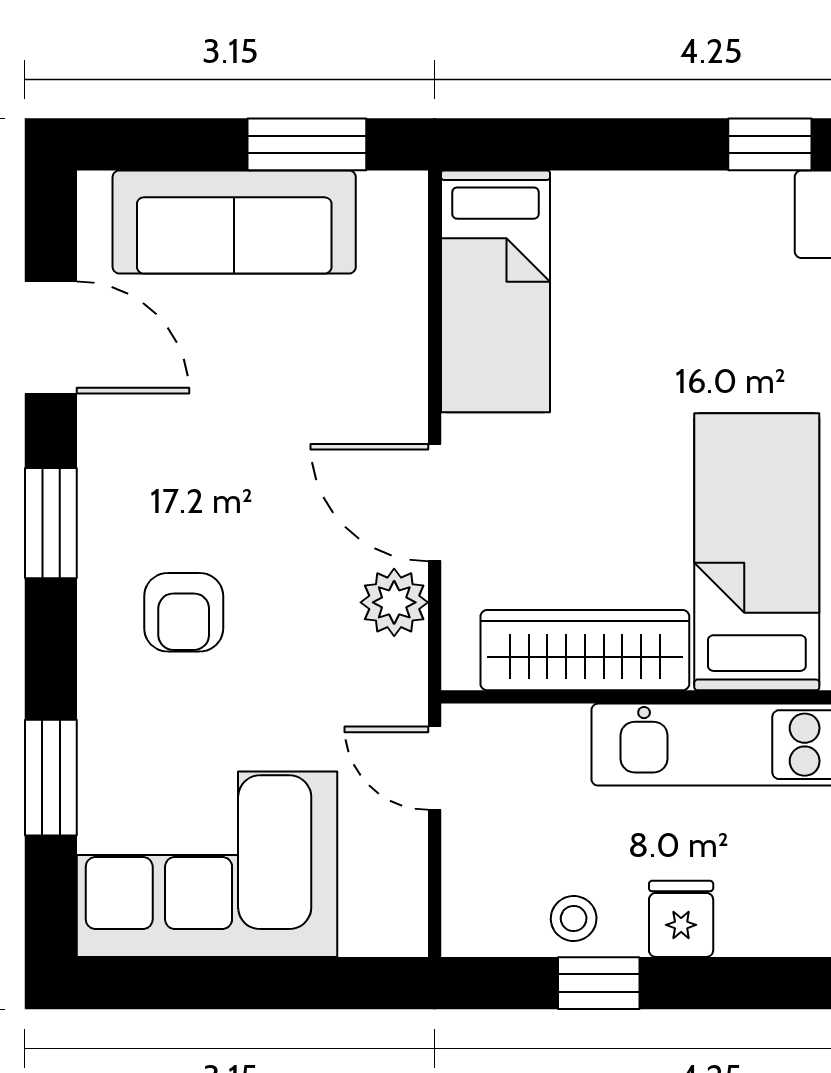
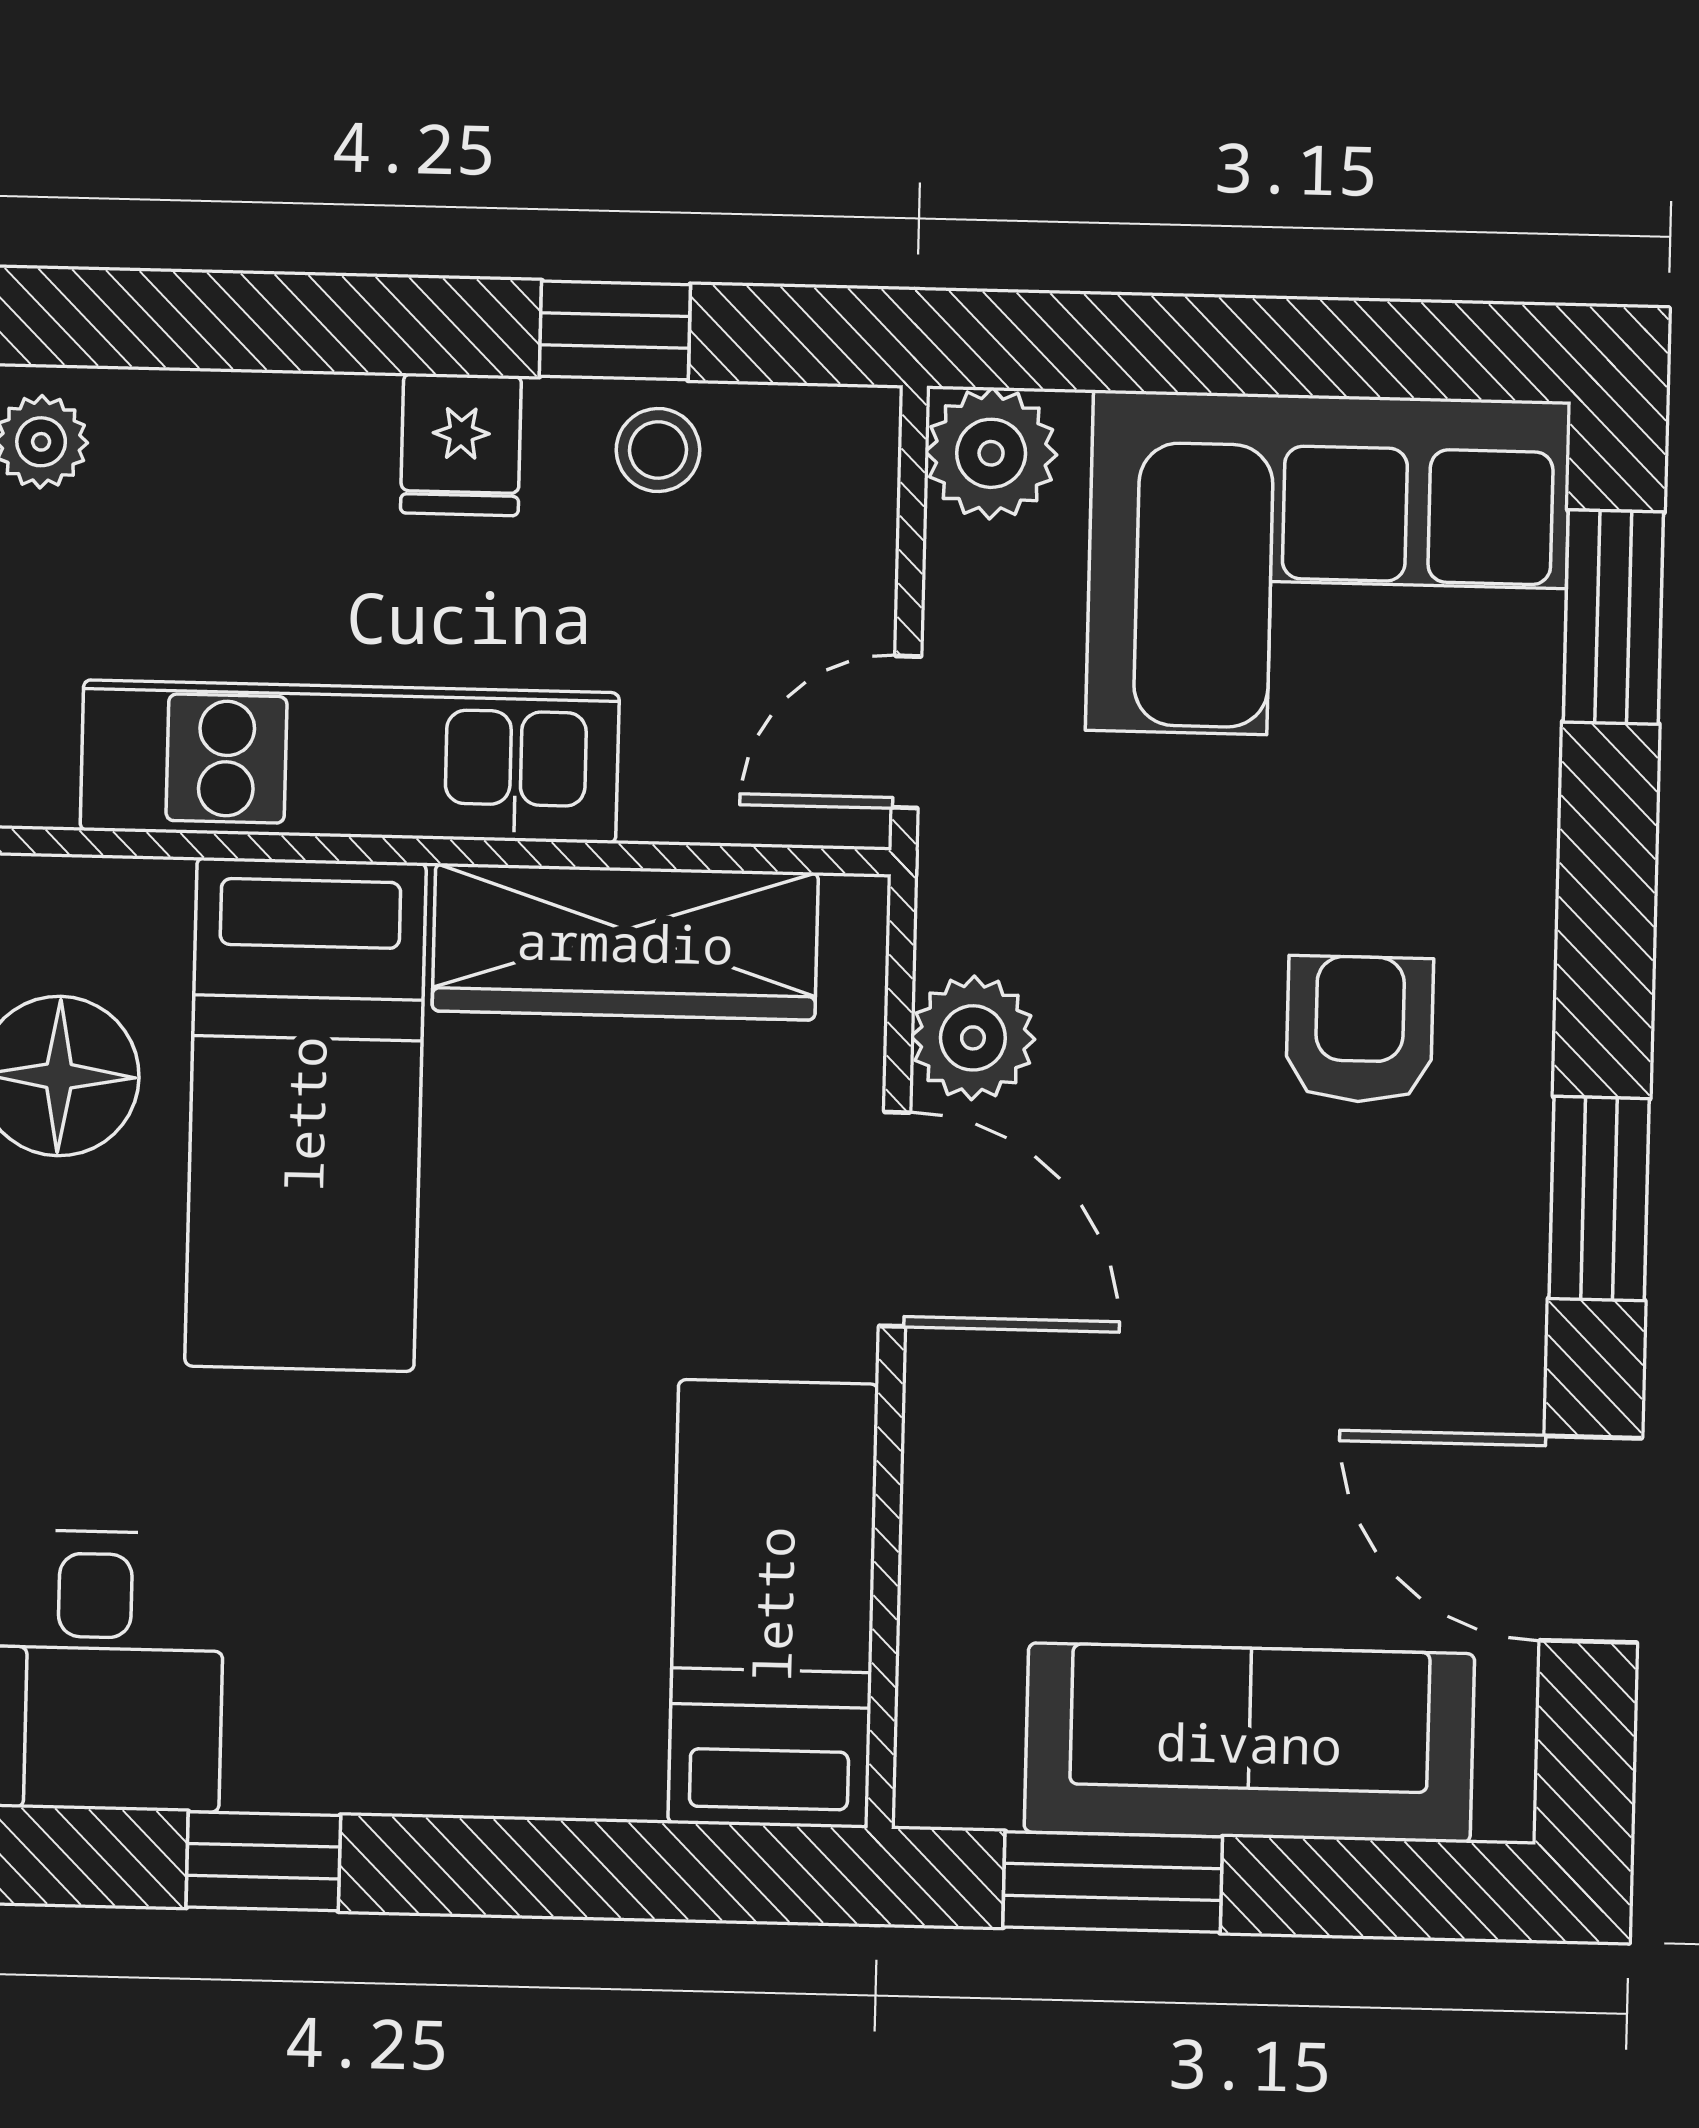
door: (435, 768) -> (906, 732), swing flipped
window: (51, 778) -> (1613, 617), moved
plant: (392, 921) -> (991, 453), added

